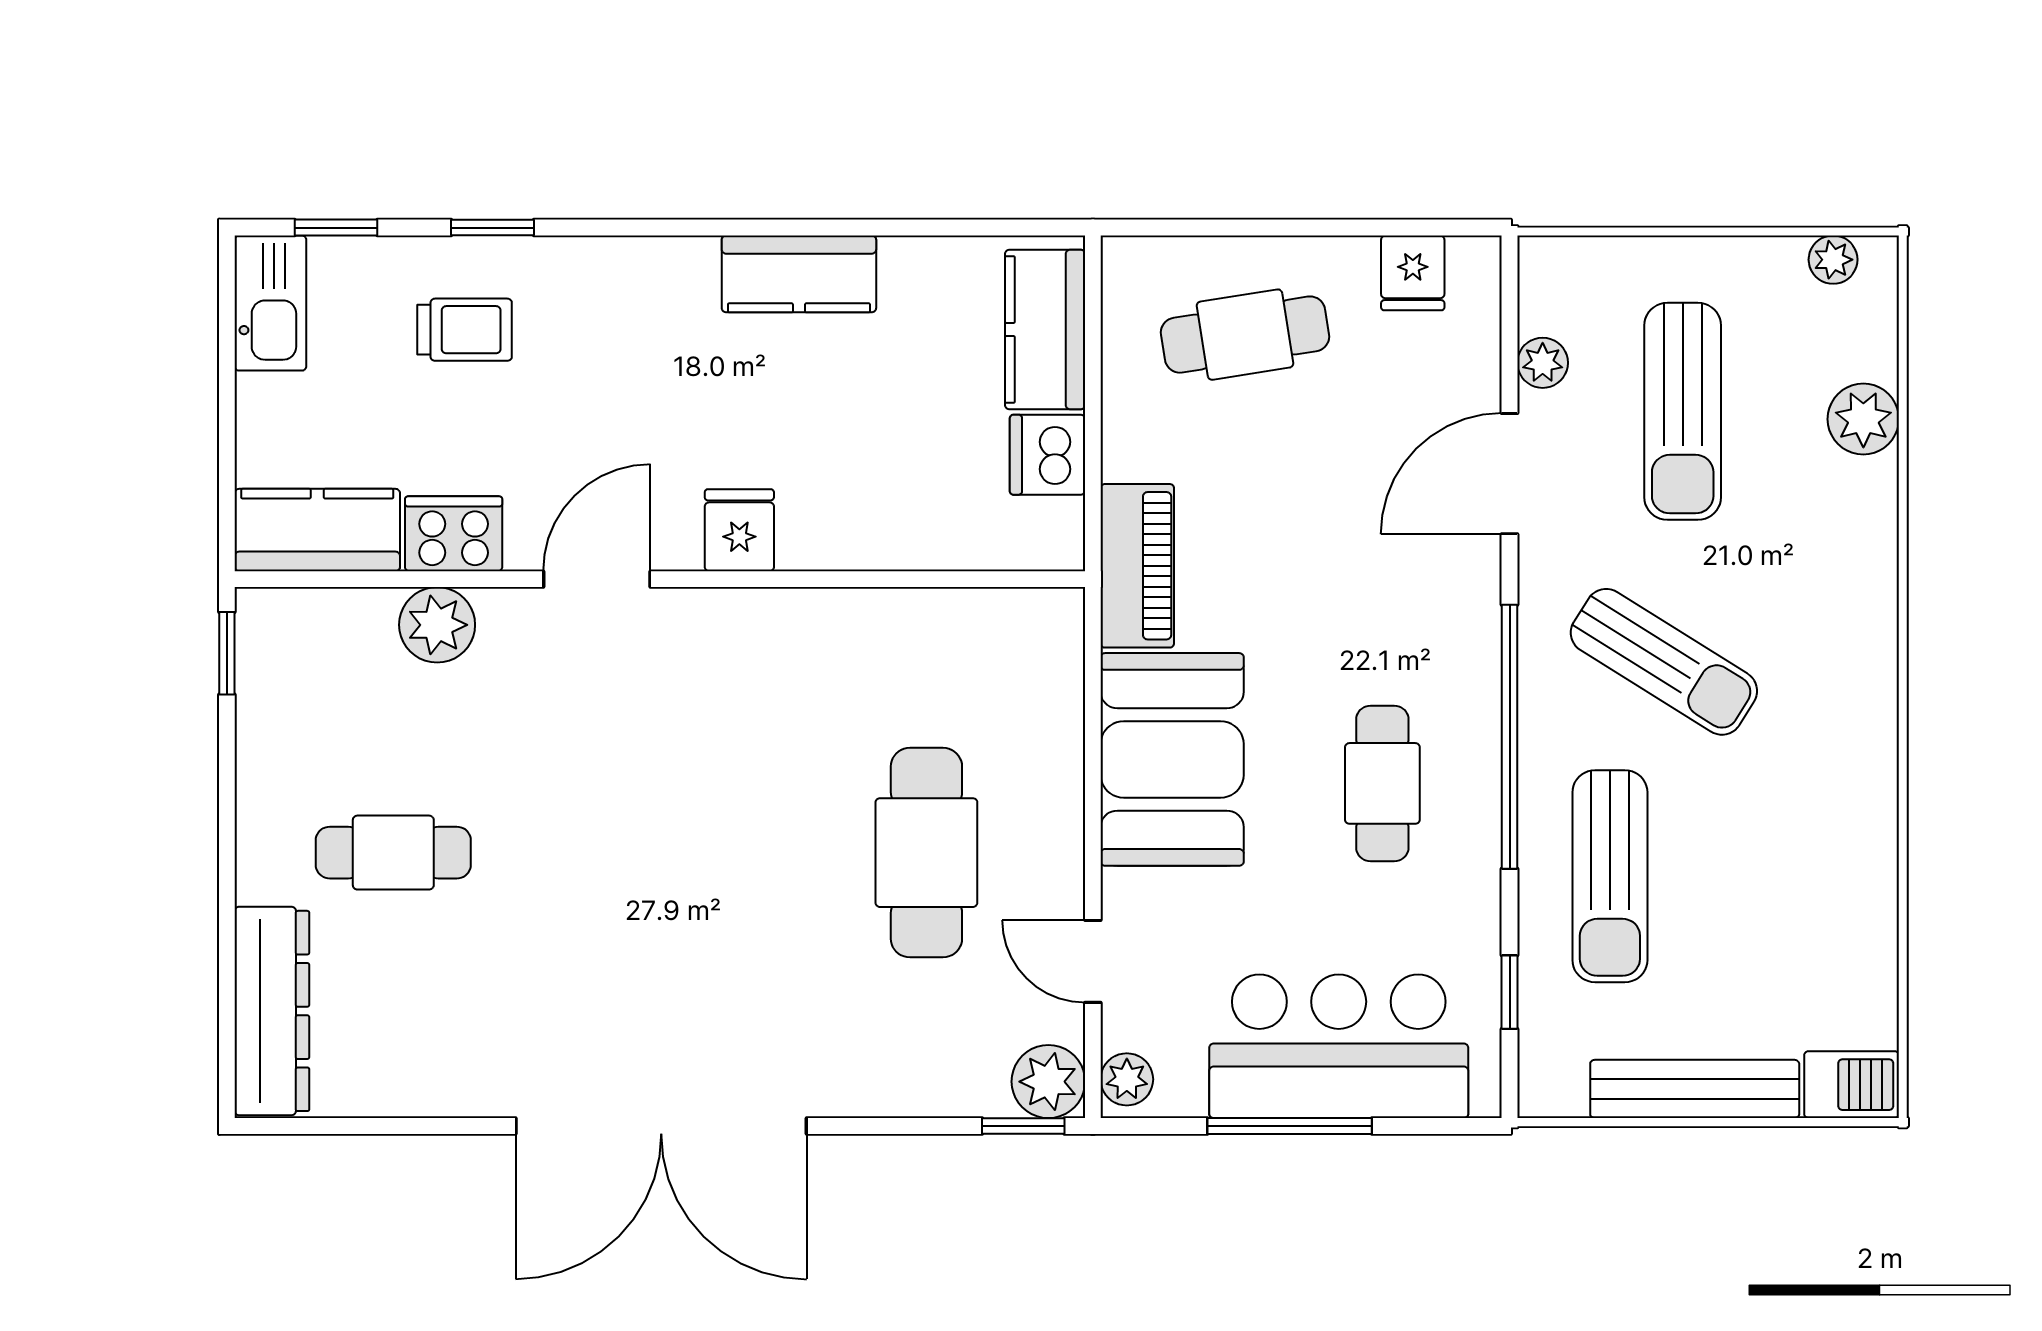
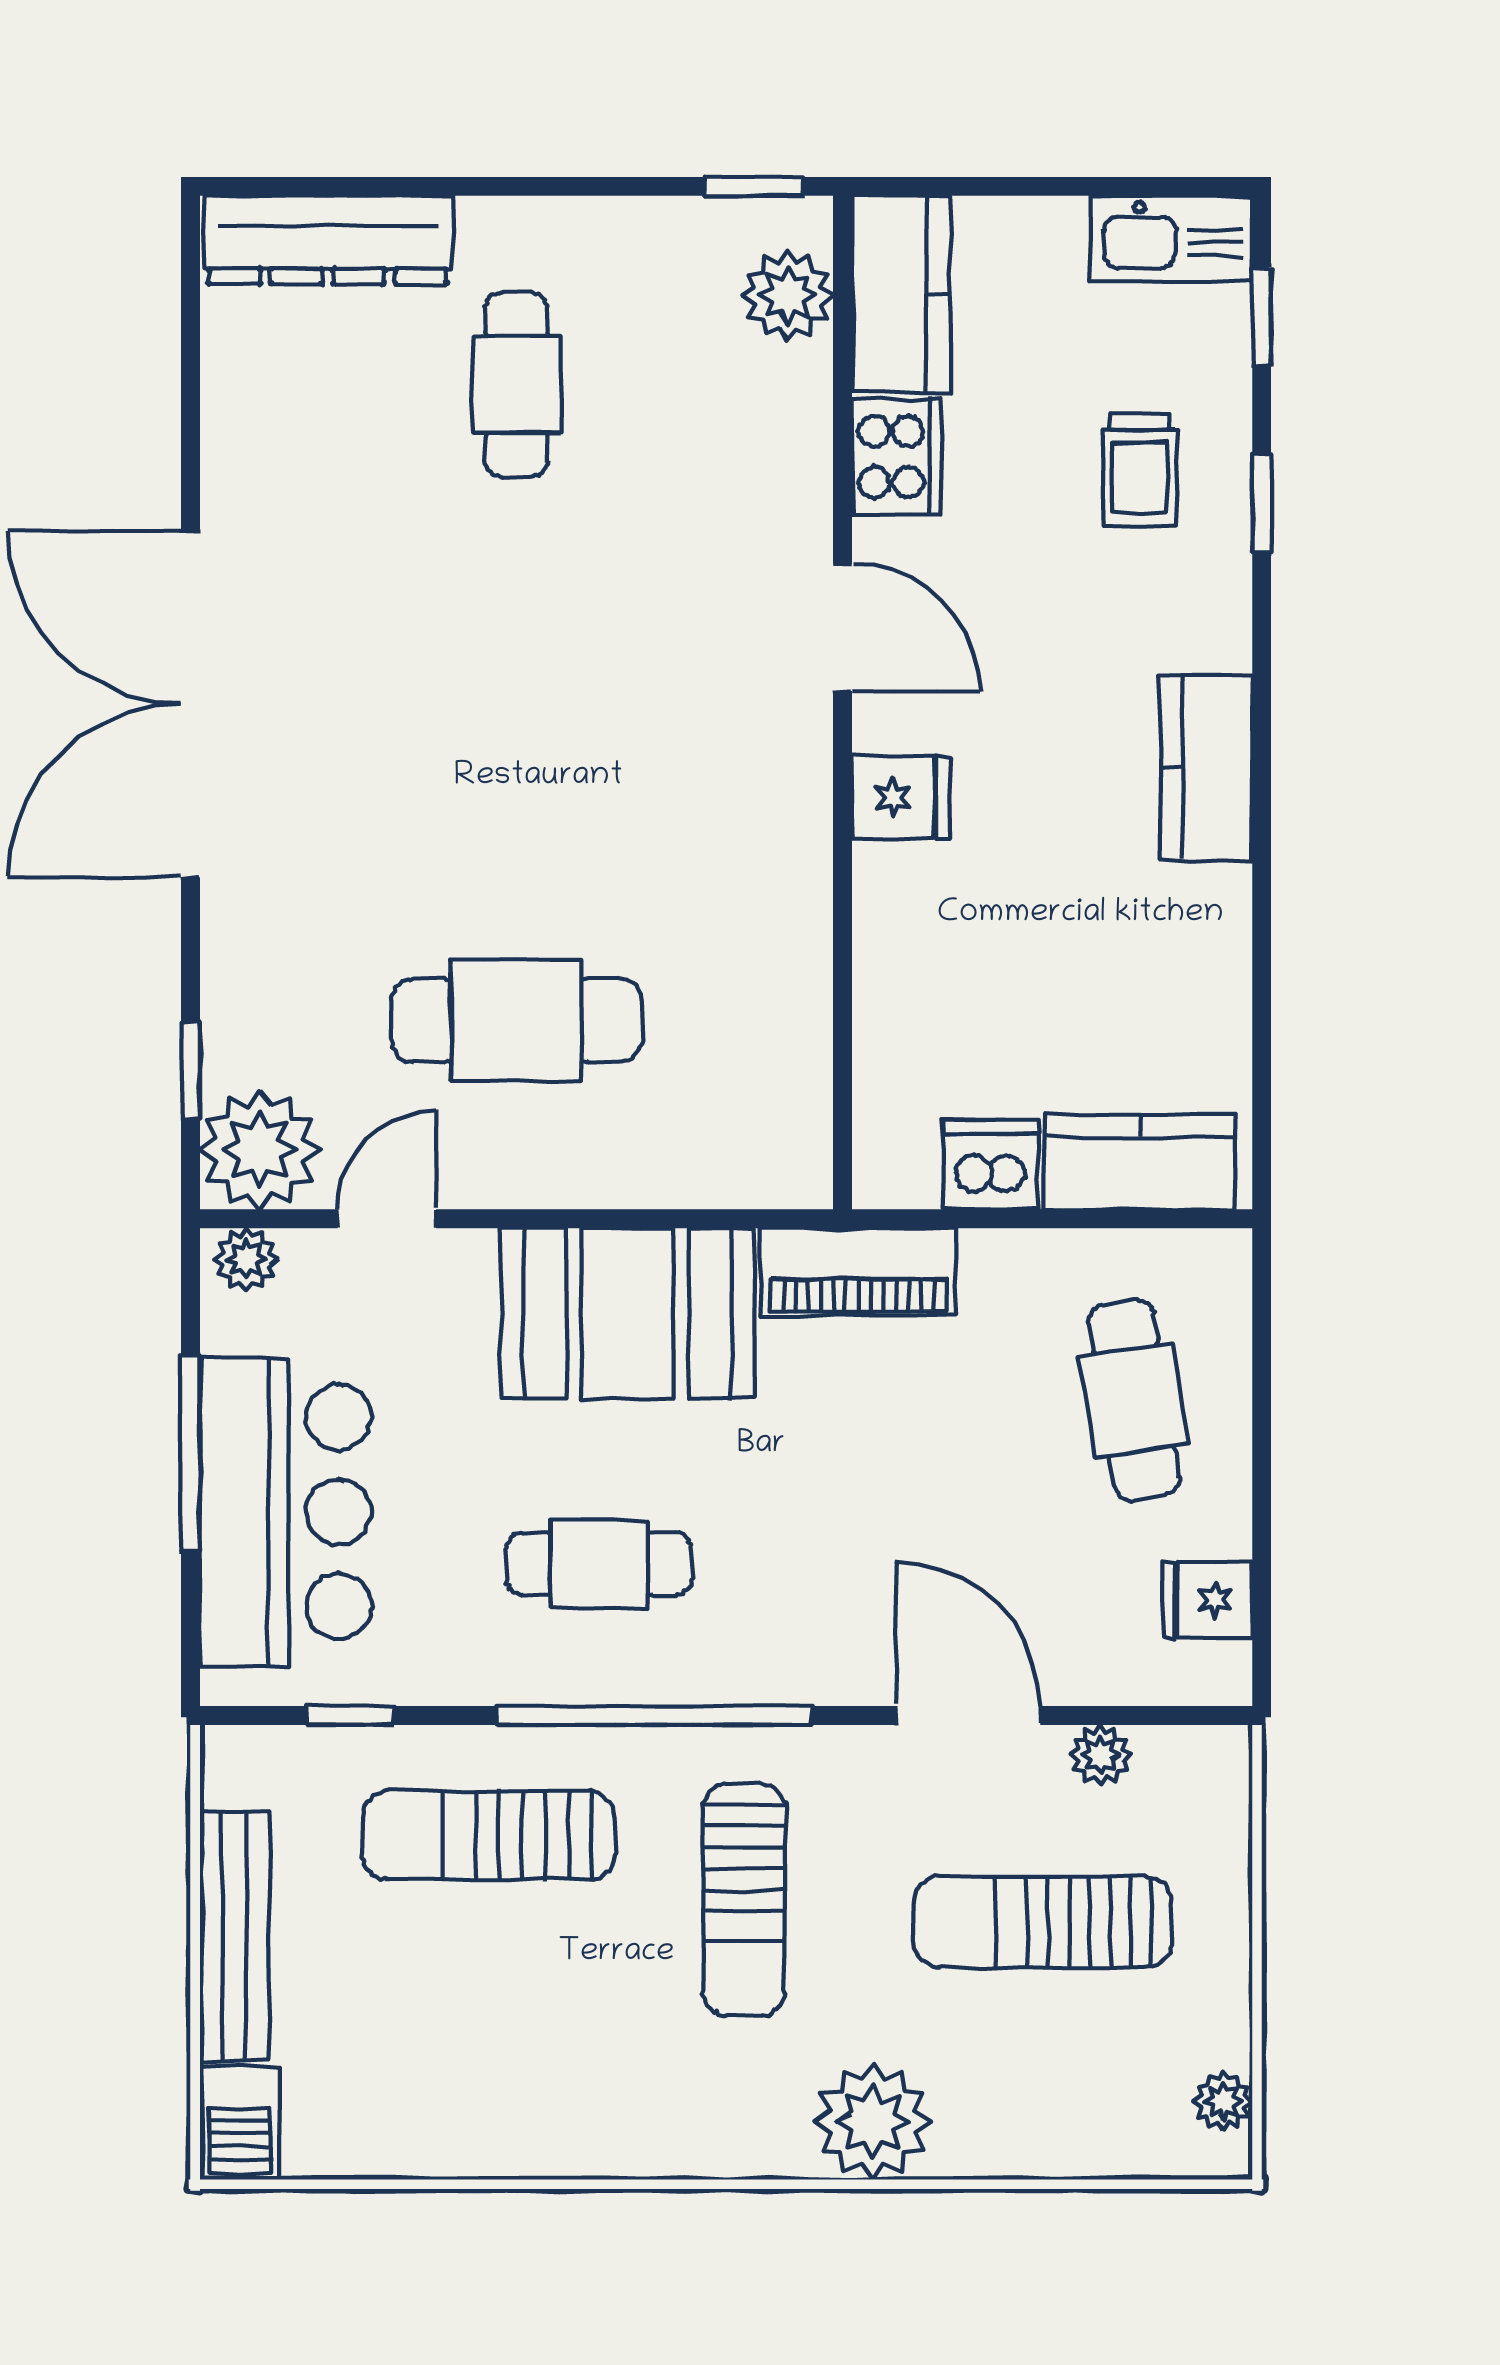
kitchen counter: (799, 274) -> (1206, 768), moved
plant: (1863, 419) -> (873, 2122), moved, width x1.36, depth x1.36
plant: (437, 625) -> (788, 296), moved
sun lounger: (1664, 662) -> (744, 1900), turned -32
plant: (1048, 1082) -> (259, 1150), width x1.36, depth x1.36
window: (1023, 1126) -> (190, 1070), moved

